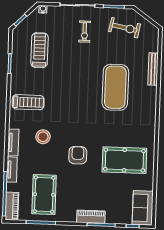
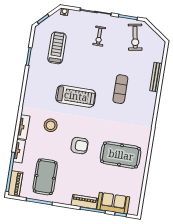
exercise bike: (125, 28) -> (135, 37), turned 69
exercise mat: (115, 87) -> (120, 89), width x0.50, depth x0.69
treadmill: (28, 102) -> (76, 96), moved, width x1.37, depth x1.38
armchair: (78, 155) -> (79, 146), turned 90
sofa: (143, 208) -> (113, 203), moved, turned 90

